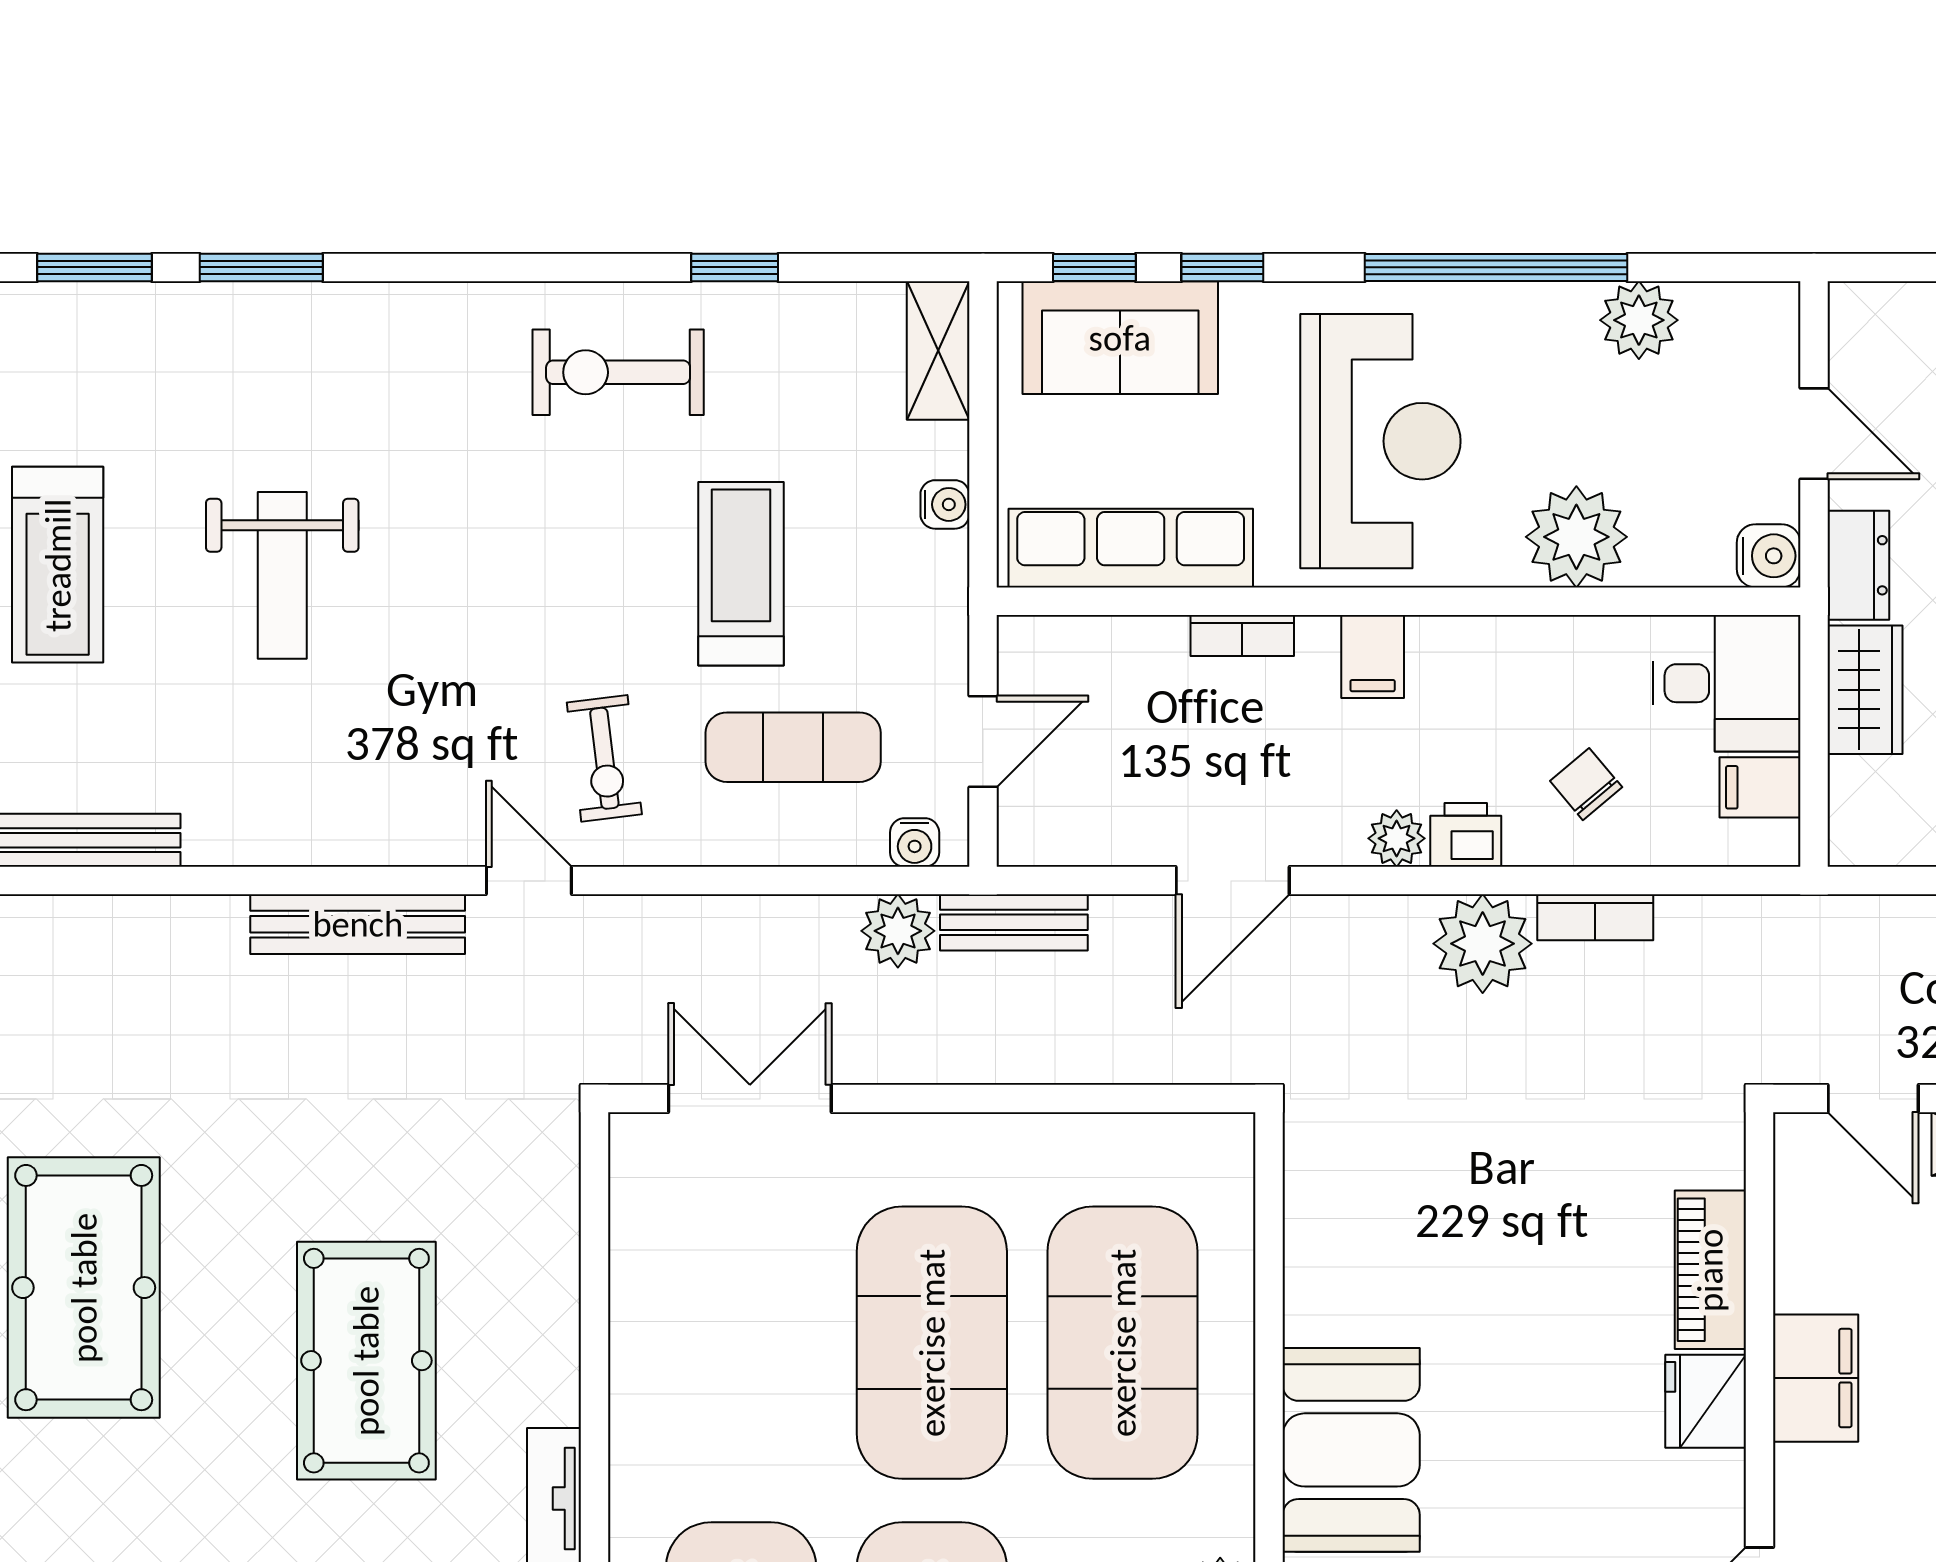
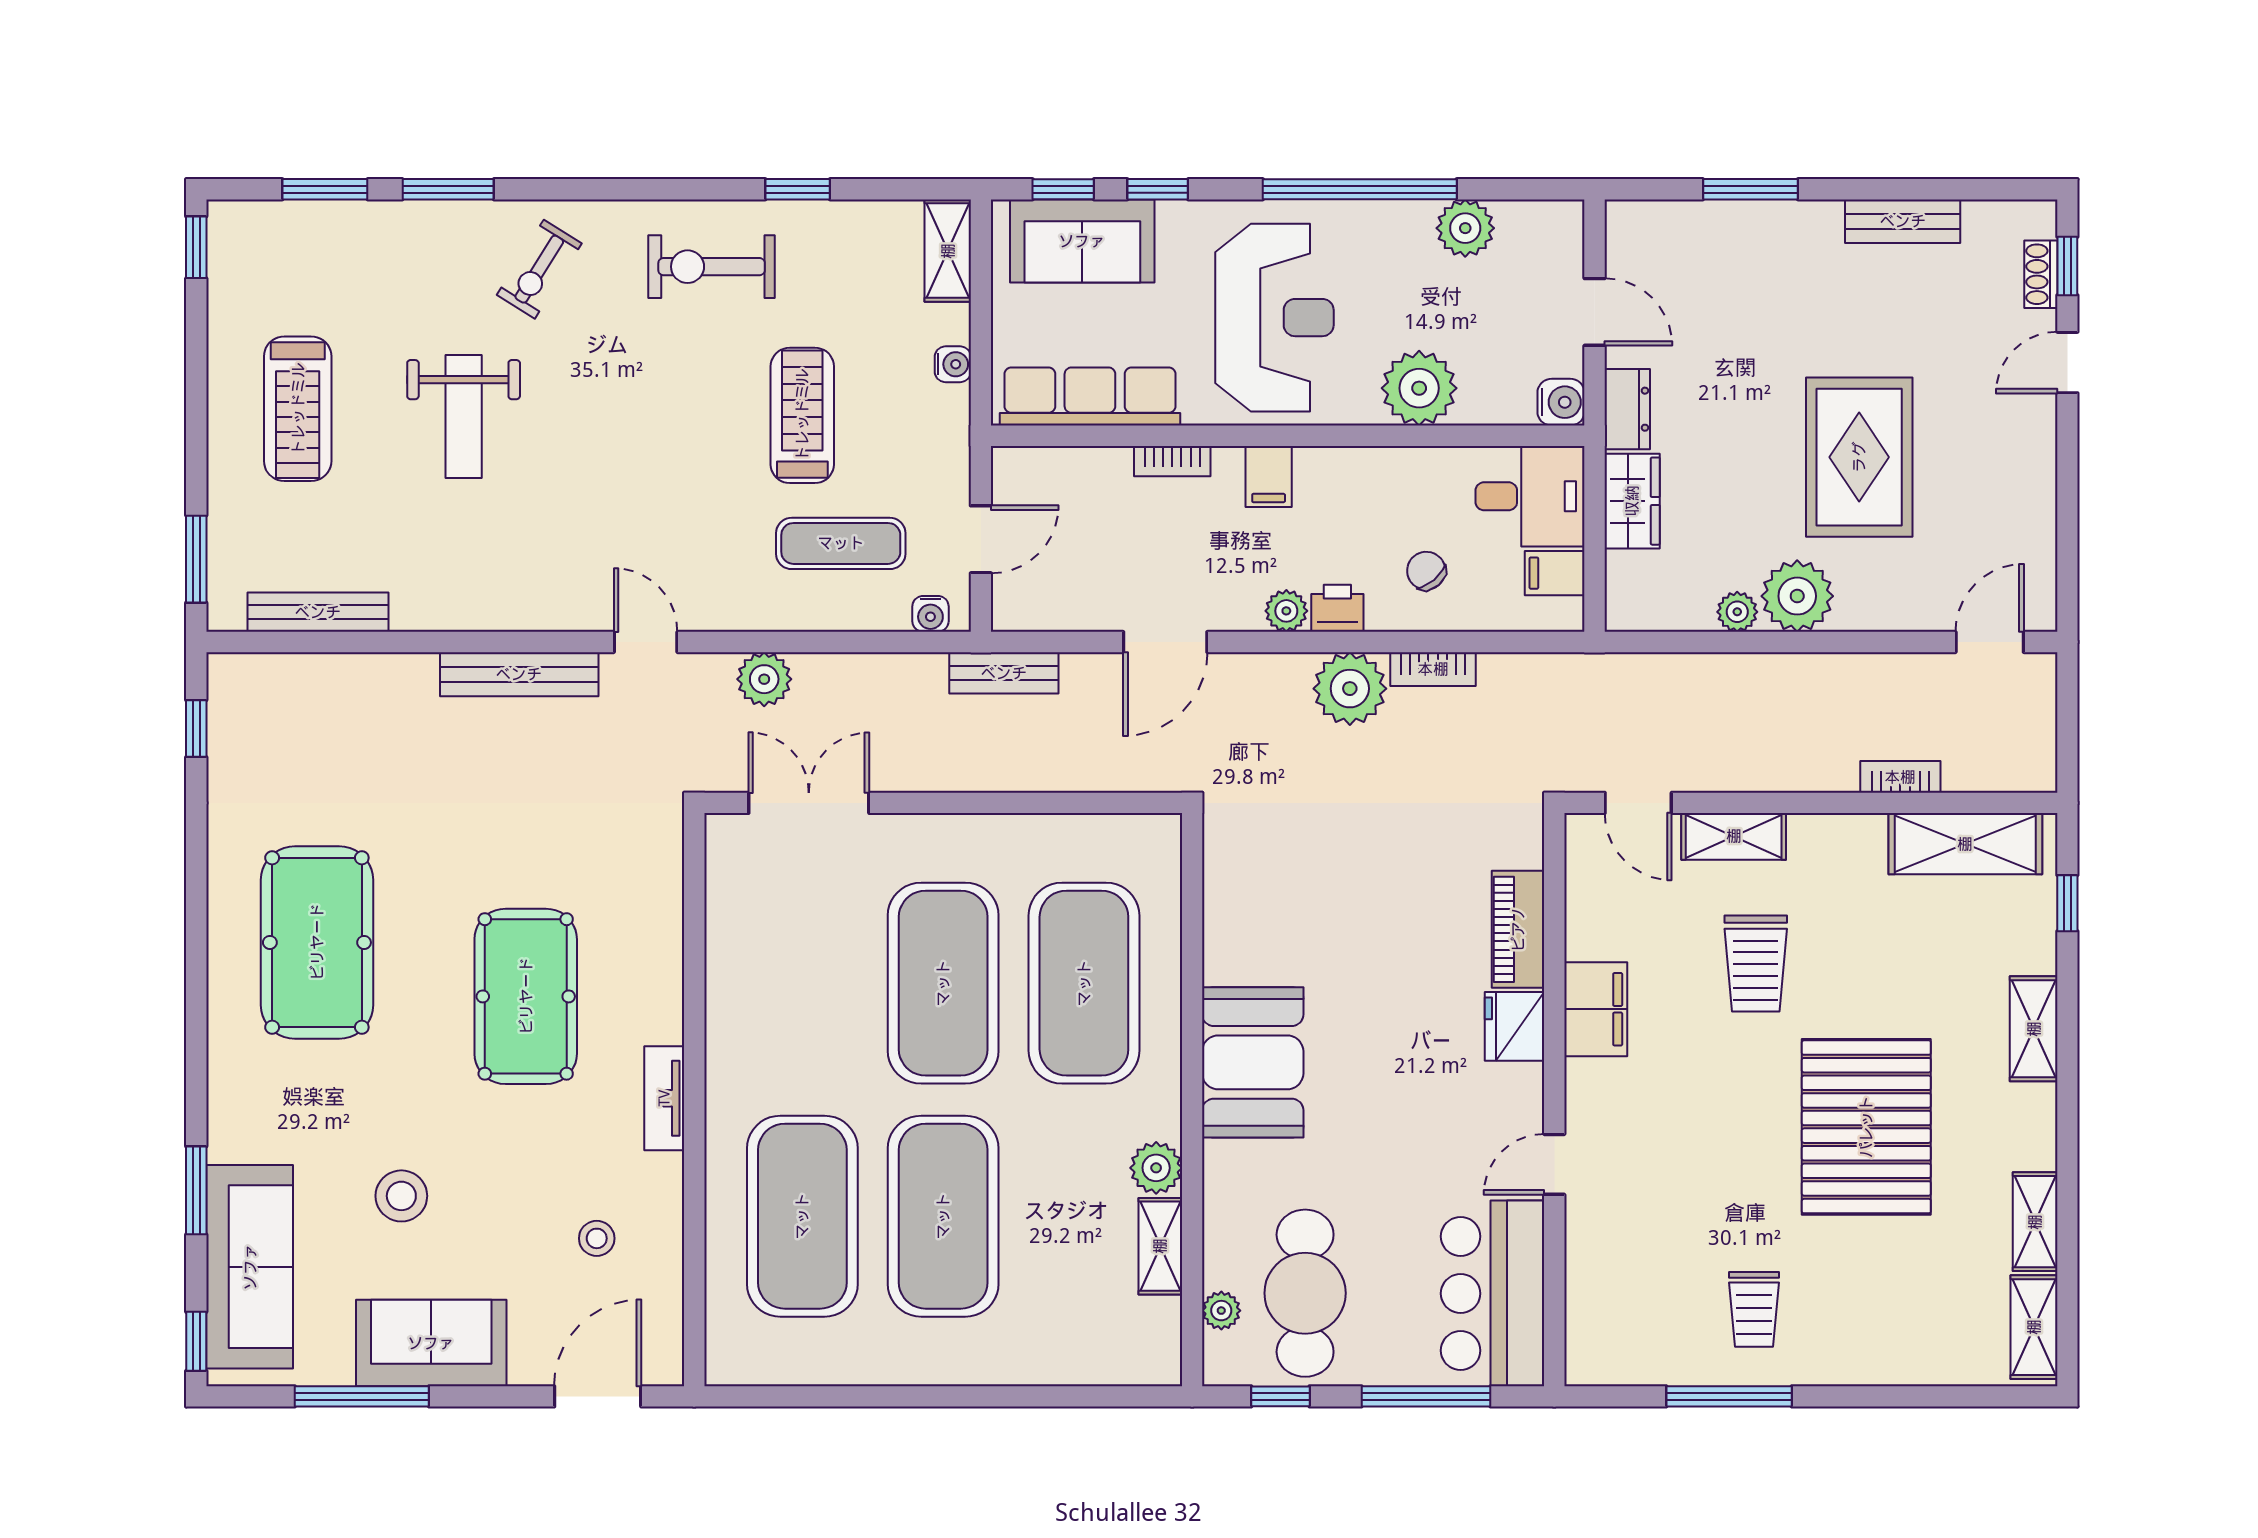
exercise bike: (604, 758) -> (539, 269), moved, turned 39
plant: (898, 931) -> (764, 679), moved

